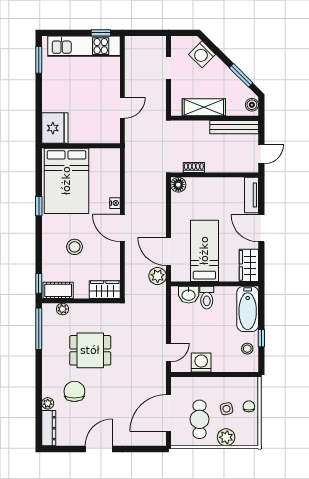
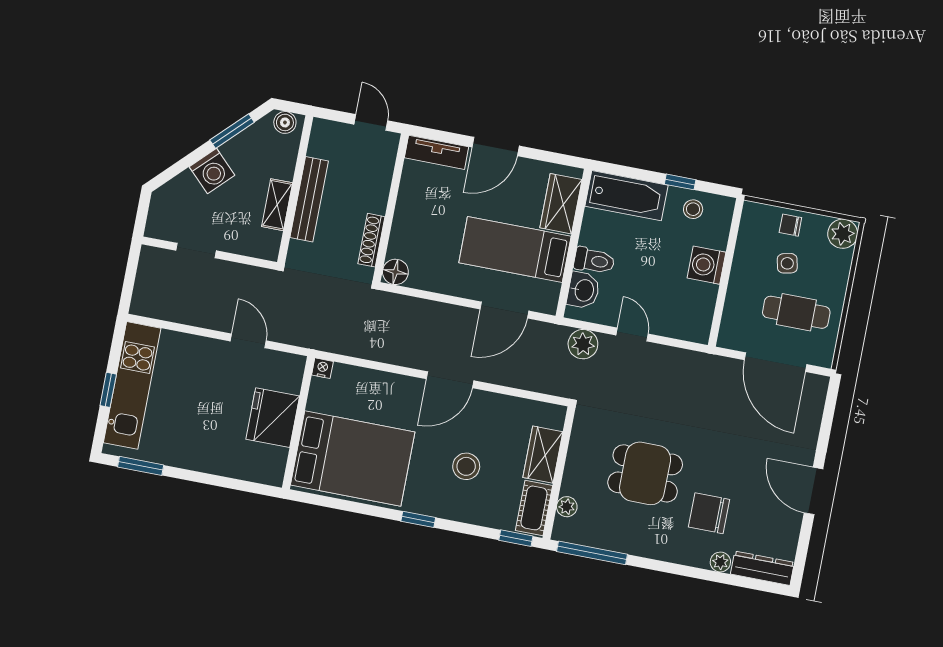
window: (101, 33) -> (108, 390), moved
washing machine: (202, 54) -> (212, 171), moved
shelving: (204, 107) -> (277, 205), width x0.67, depth x0.75
bench: (234, 127) -> (309, 199), moved
fridge: (55, 128) -> (273, 418), moved, turned -90
shoe rack: (194, 167) -> (371, 240), width x1.43
nightstand: (115, 203) -> (322, 368), moved
window: (39, 206) -> (418, 519), moved
wardrobe: (249, 265) -> (561, 204), moved, turned 90
plant: (158, 276) -> (583, 344), moved
wardrobe: (105, 290) -> (543, 455), moved
dining table: (90, 350) -> (645, 473), turned 90
door: (169, 352) -> (632, 335), moved
washing machine: (201, 363) -> (706, 265), moved
plant: (226, 437) -> (843, 234), moved

